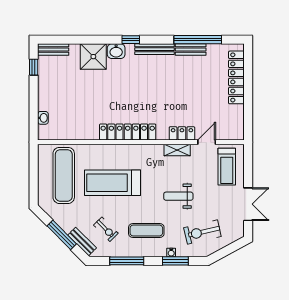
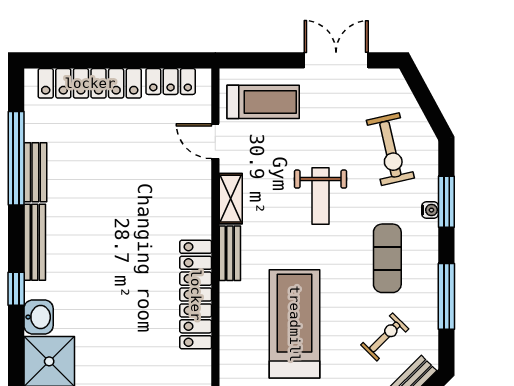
locker: (182, 133) -> (171, 81), moved, turned -90
bench: (149, 150) -> (230, 253), added
treadmill: (113, 183) -> (295, 324), turned 180

